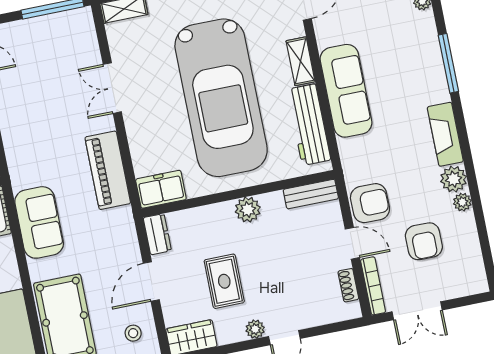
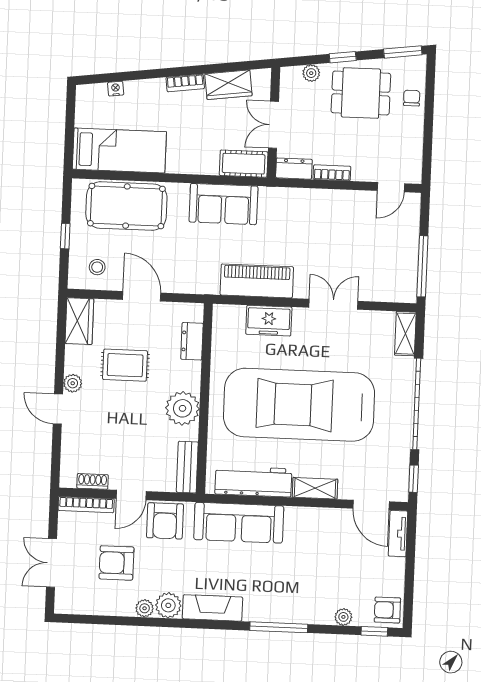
sofa: (346, 91) -> (239, 523), moved
freezer: (161, 189) -> (269, 321), moved, turned 90
plant: (248, 210) -> (183, 408), width x1.36, depth x1.36
dresser: (157, 234) -> (192, 341), moved, turned 90
double door: (417, 311) -> (51, 563), moved

